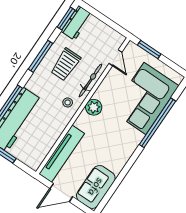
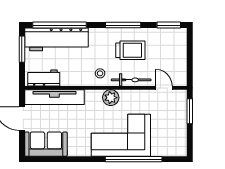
workbench: (76, 23) -> (44, 78), moved, turned 180
door: (115, 58) -> (164, 88), swing flipped
trolley: (66, 64) -> (130, 50), turned 180
corner sofa: (145, 98) -> (121, 135), moved

